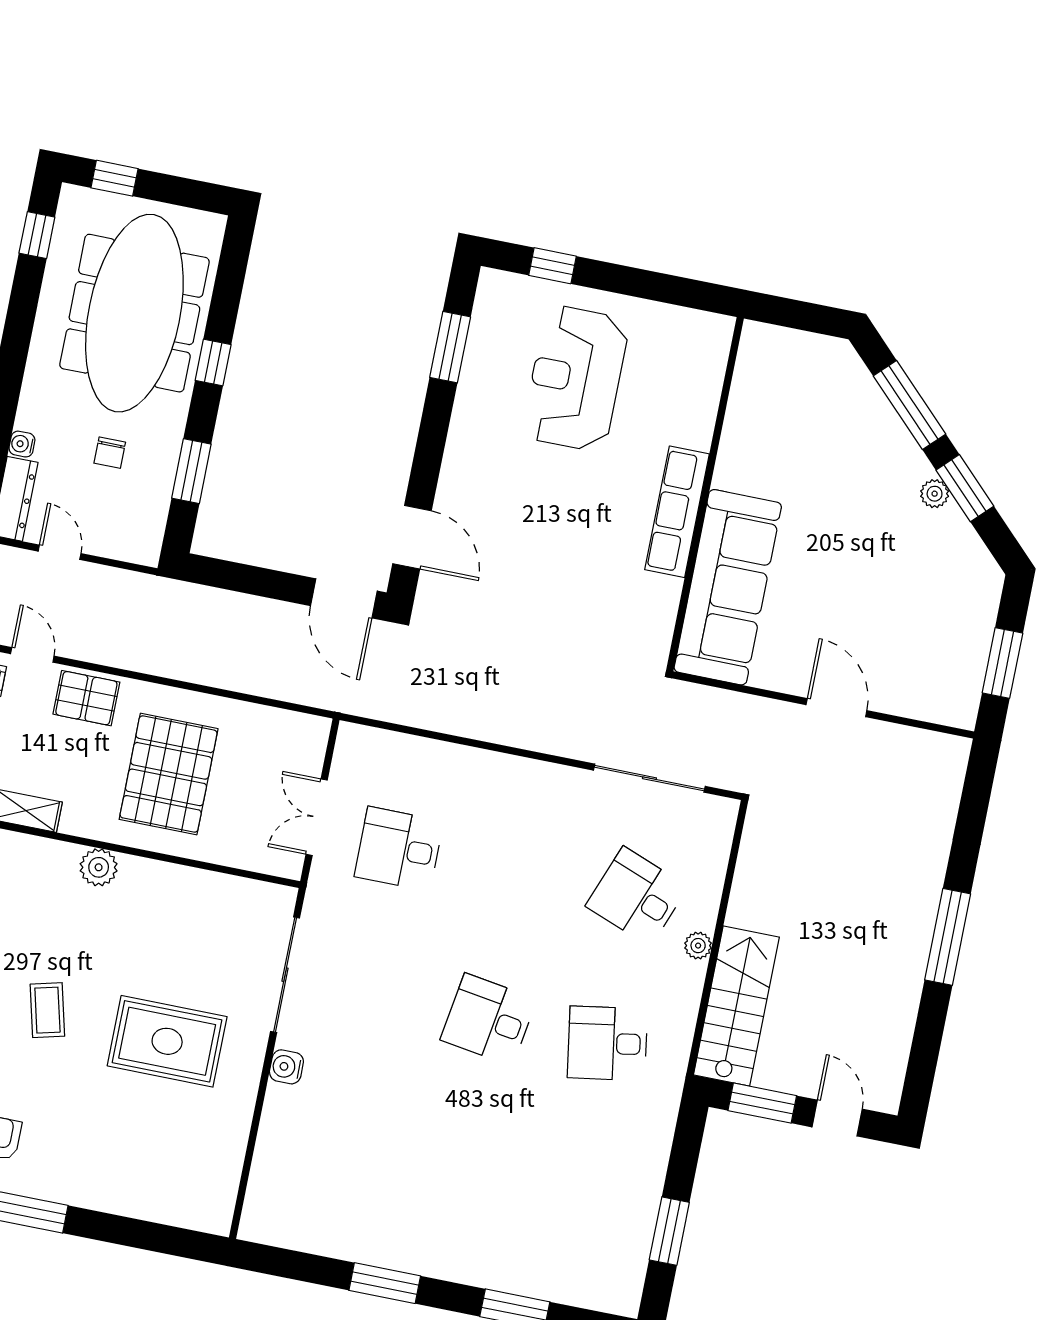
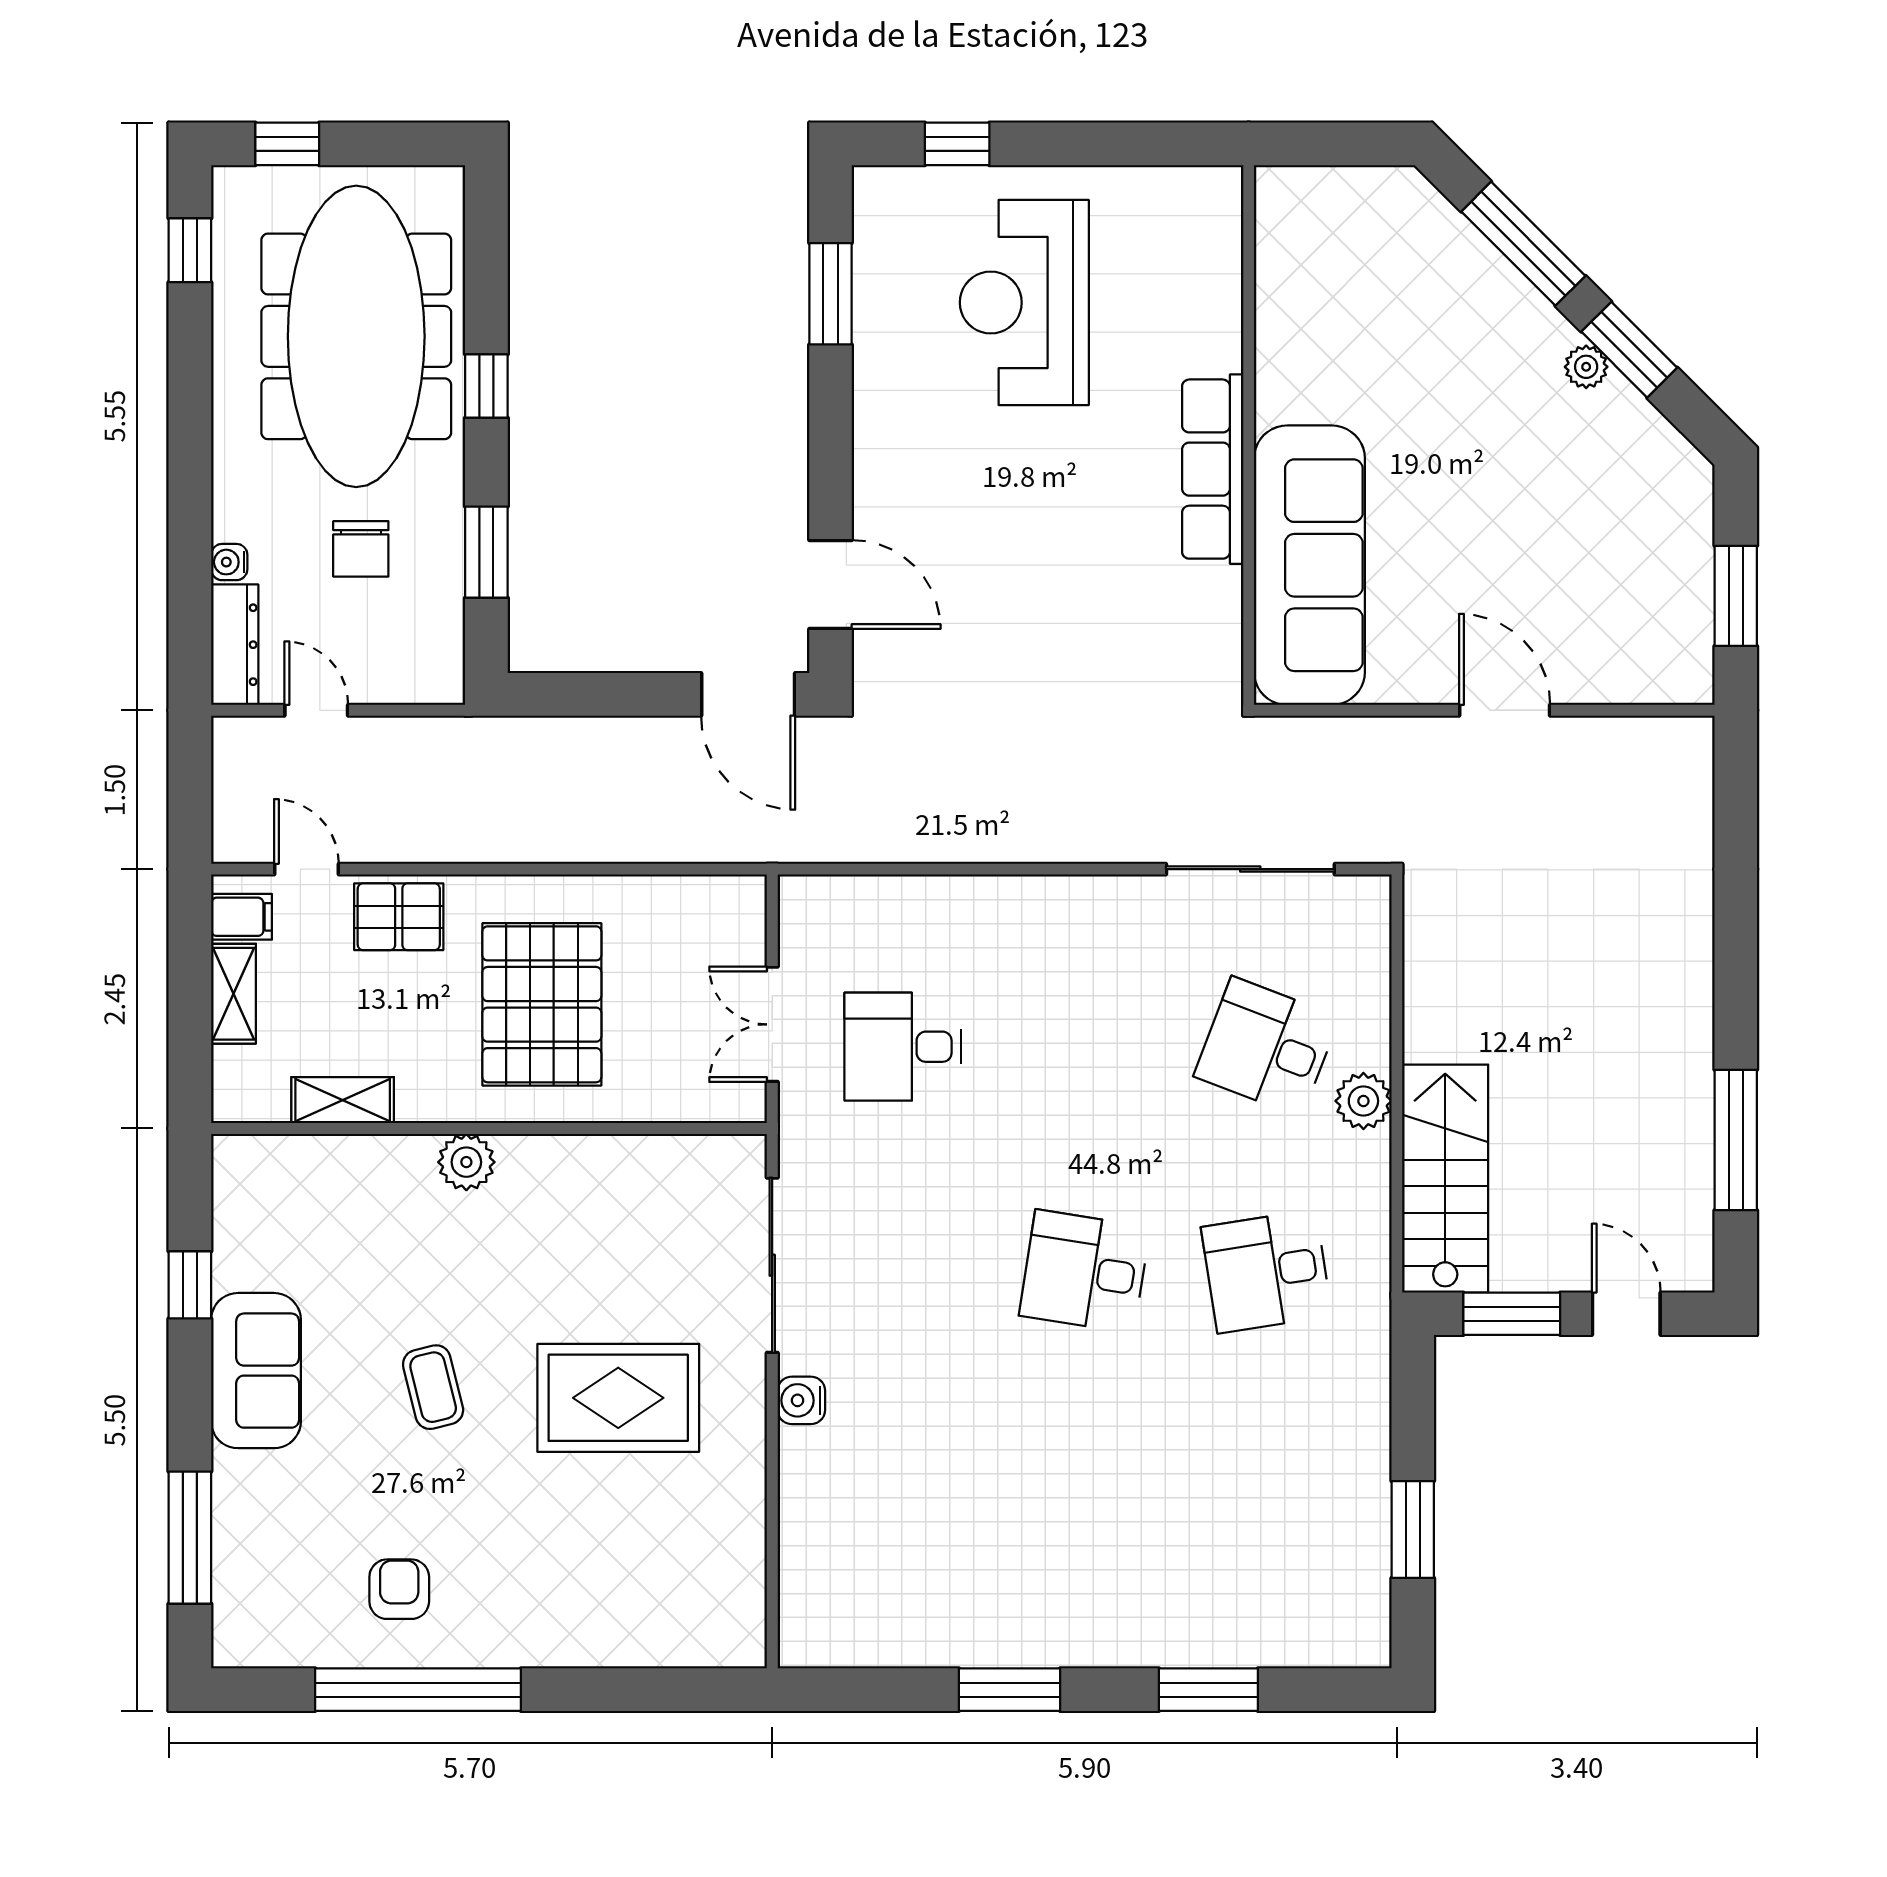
chair: (110, 453) -> (361, 549), width x1.37, depth x1.37
window: (948, 937) -> (1736, 1140), moved
plant: (698, 946) -> (1363, 1101), width x1.38, depth x1.38

